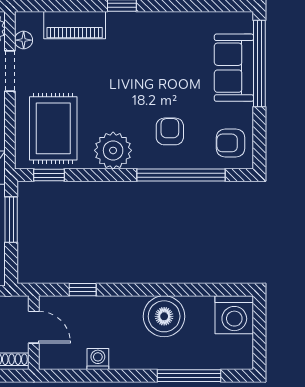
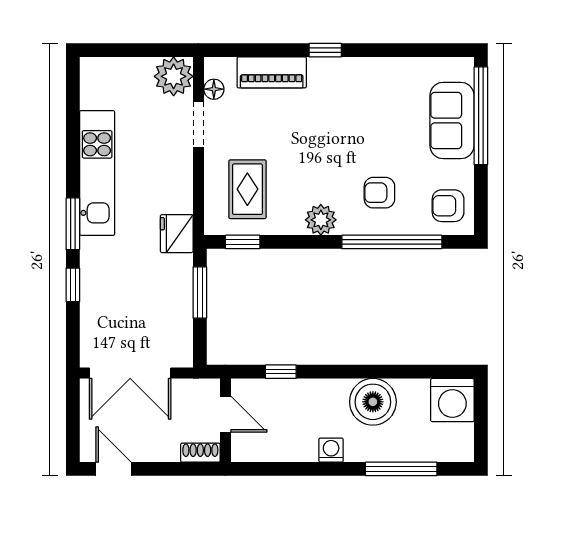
rug: (53, 128) -> (247, 189), width x0.73, depth x0.70
armchair: (170, 131) -> (379, 193), turned -90
plant: (113, 150) -> (321, 220), width x0.73, depth x0.73
washing machine: (98, 359) -> (331, 450), moved

